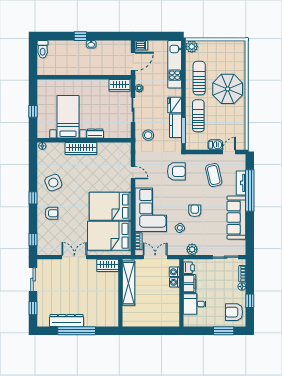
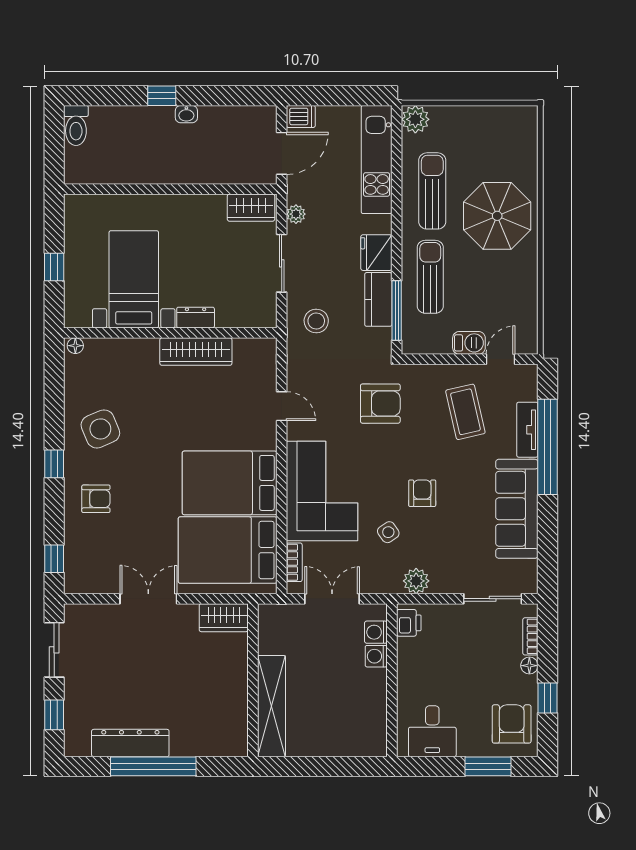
wardrobe: (81, 149) -> (196, 352), moved
shelving: (129, 283) -> (272, 706), moved
filing cabinet: (190, 284) -> (410, 659), removed
desk: (195, 304) -> (432, 731), moved, turned -90
armchair: (234, 312) -> (512, 724), turned 90

